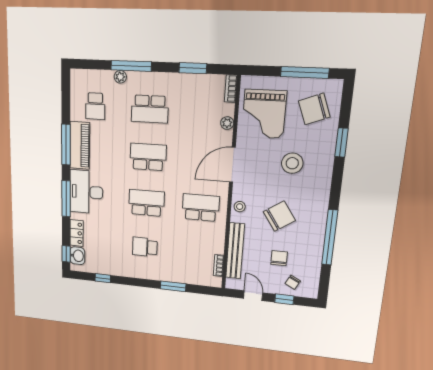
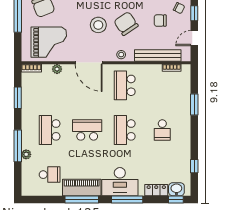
school desk: (150, 109) -> (50, 130), turned 180
school desk: (148, 157) -> (87, 130), turned 90
stool: (292, 163) -> (98, 25), moved

